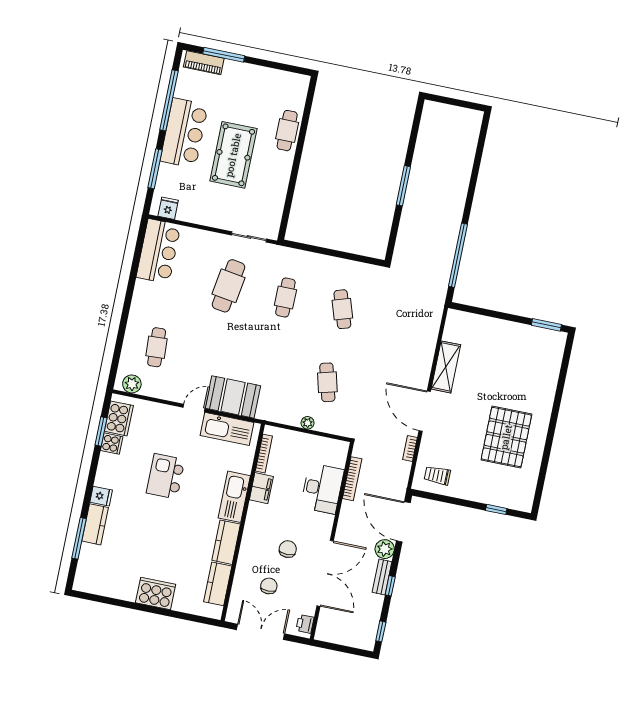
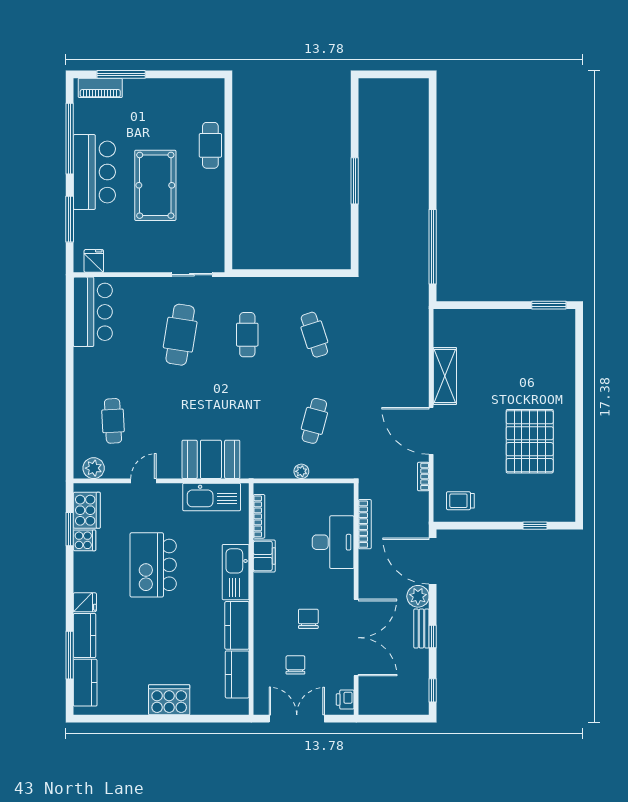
cafe table: (327, 382) -> (314, 421), turned 30
door: (194, 408) -> (143, 481), moved
kitchen island: (166, 476) -> (153, 565), width x1.37, depth x1.28
kitchen counter: (87, 564) -> (85, 683), added

